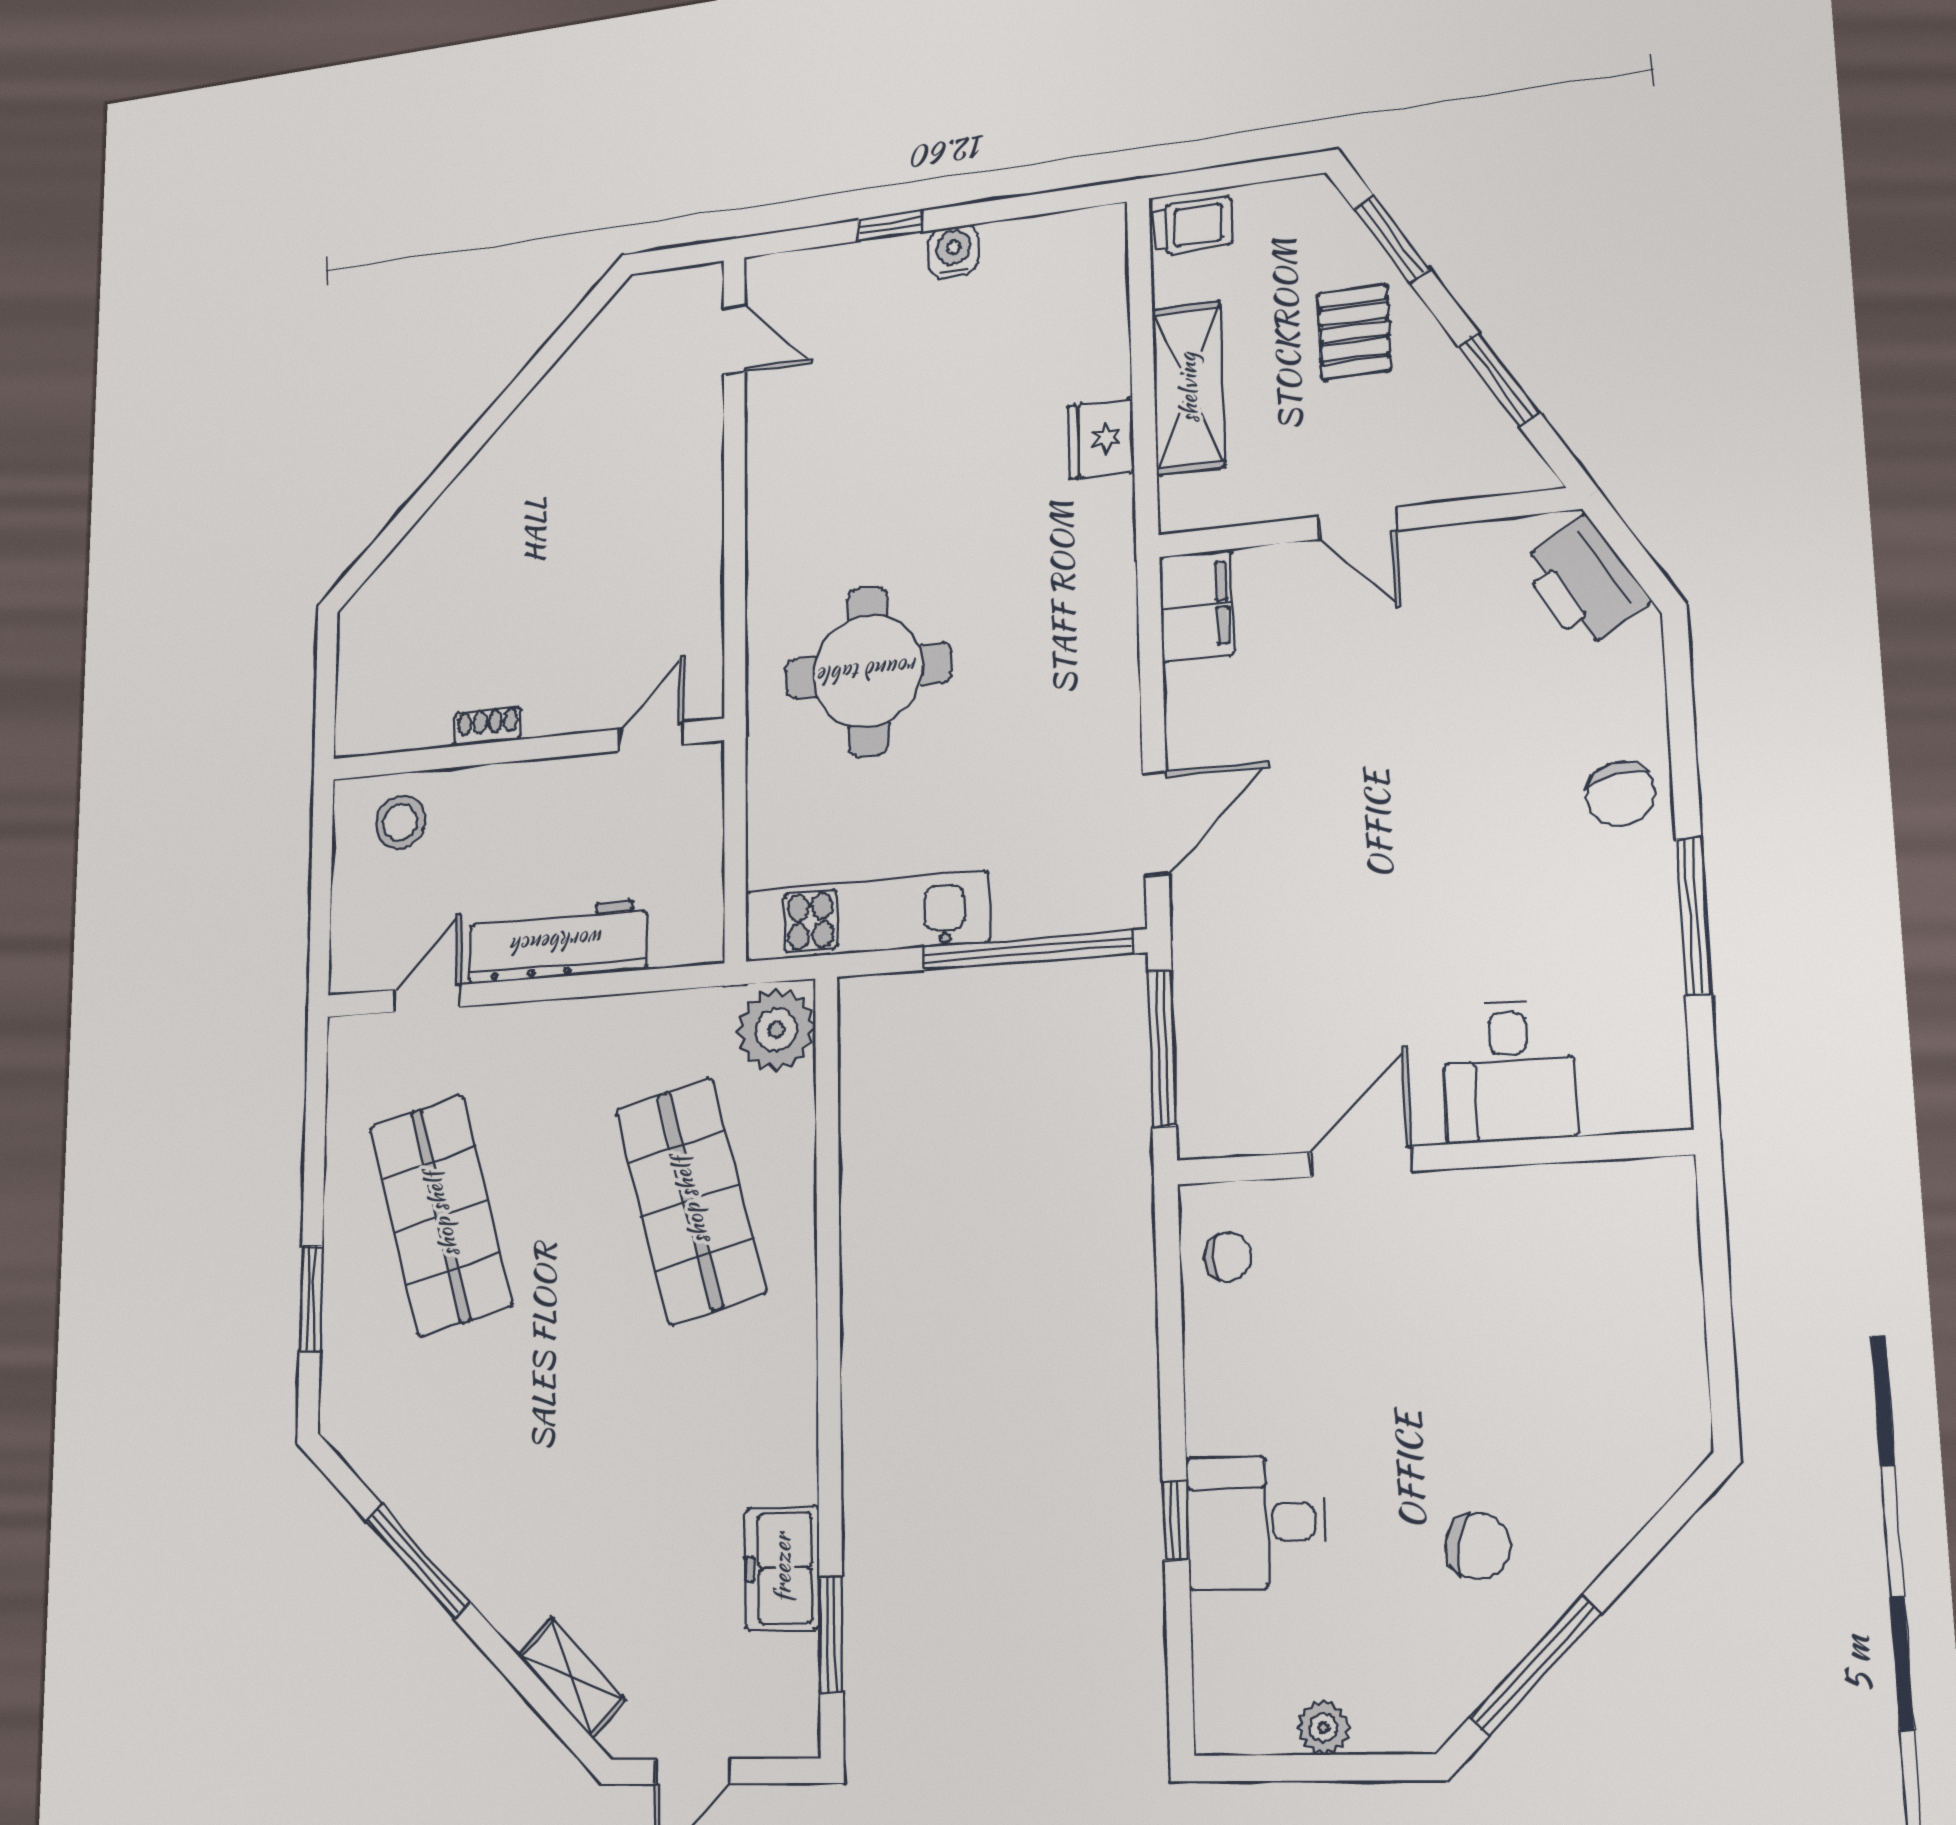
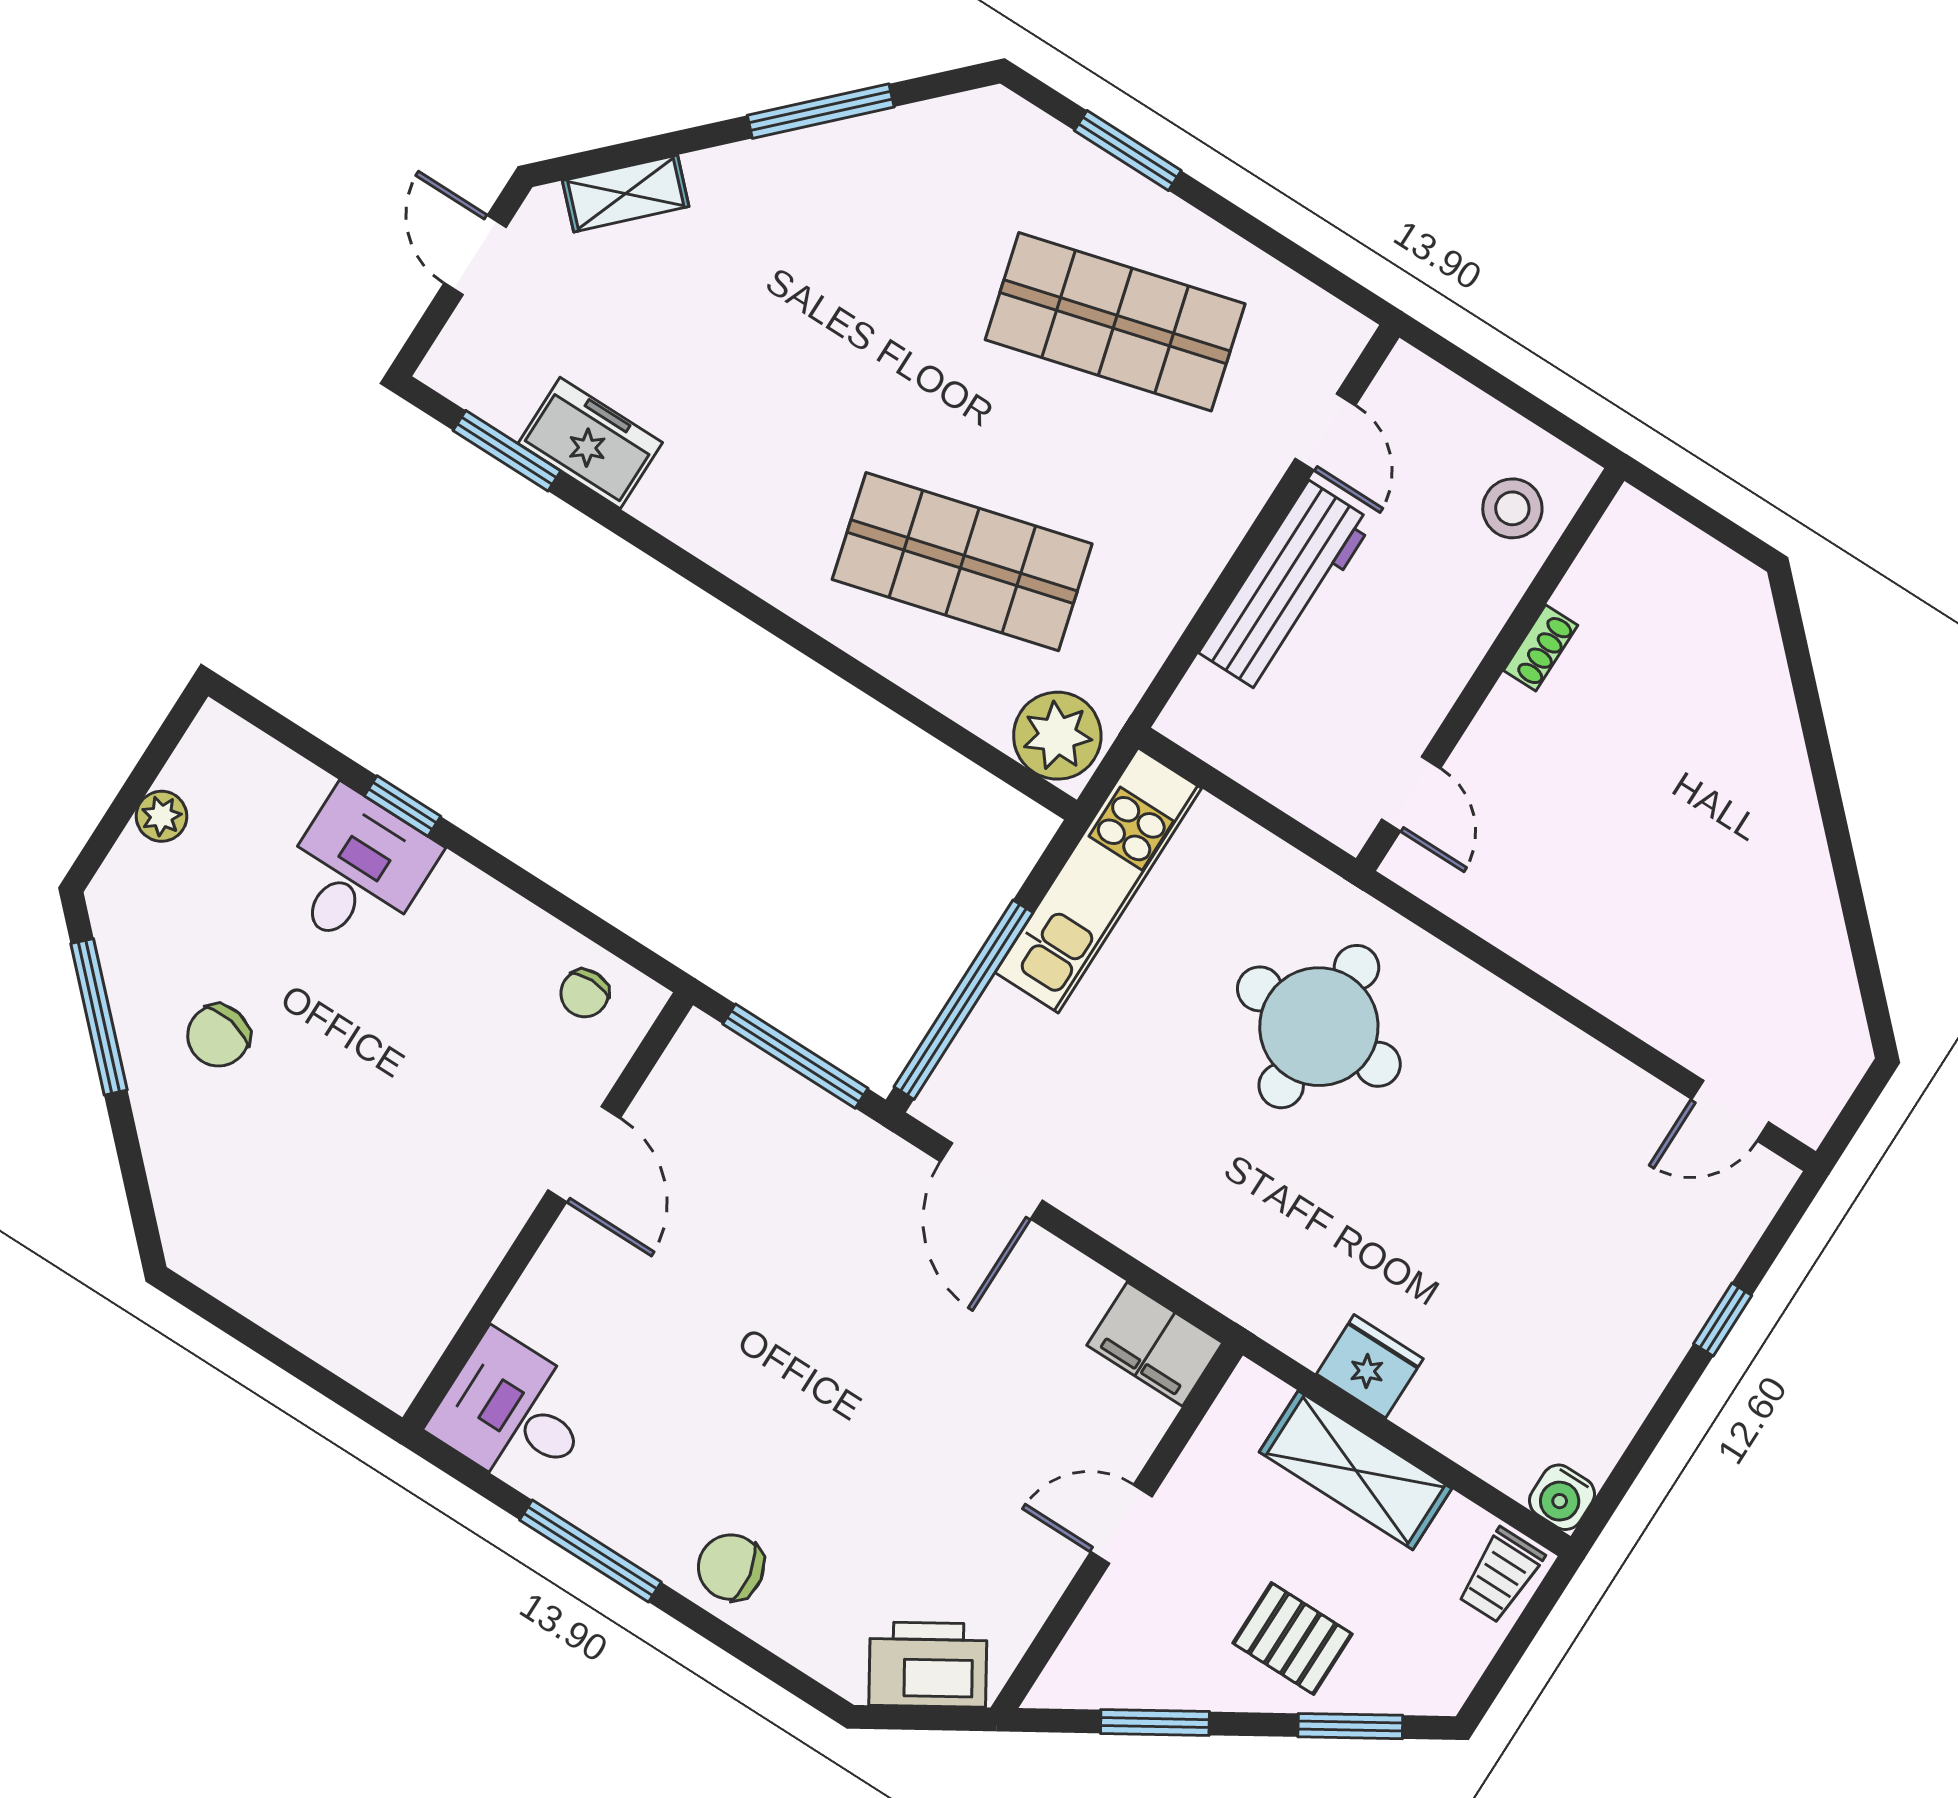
water cooler: (953, 251) -> (1562, 1497), moved, turned 90
desk: (1509, 1071) -> (514, 1413), moved

